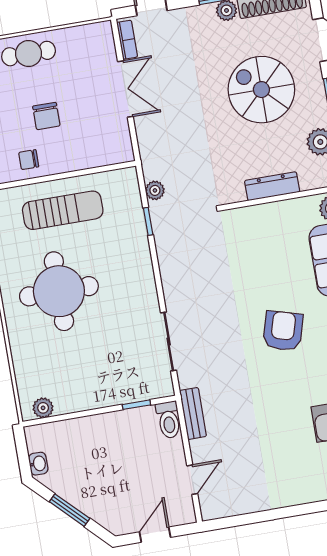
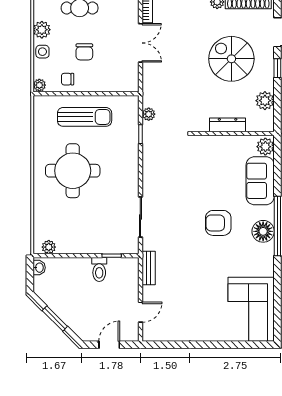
armchair: (283, 331) -> (218, 223), turned -106
toilet: (169, 420) -> (99, 269), moved
washbasin: (38, 464) -> (39, 268), moved

